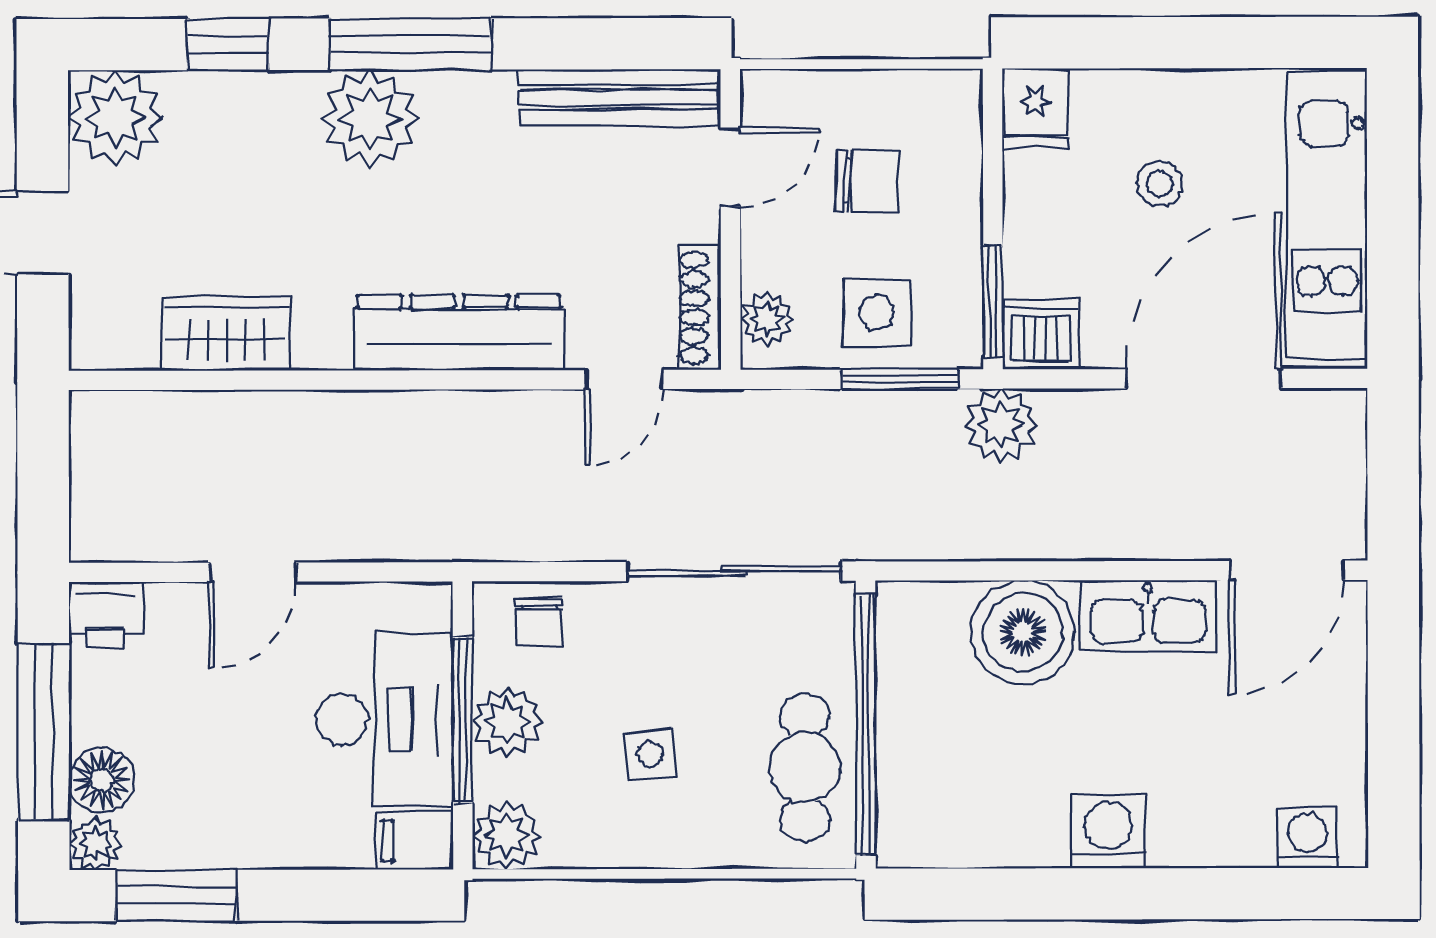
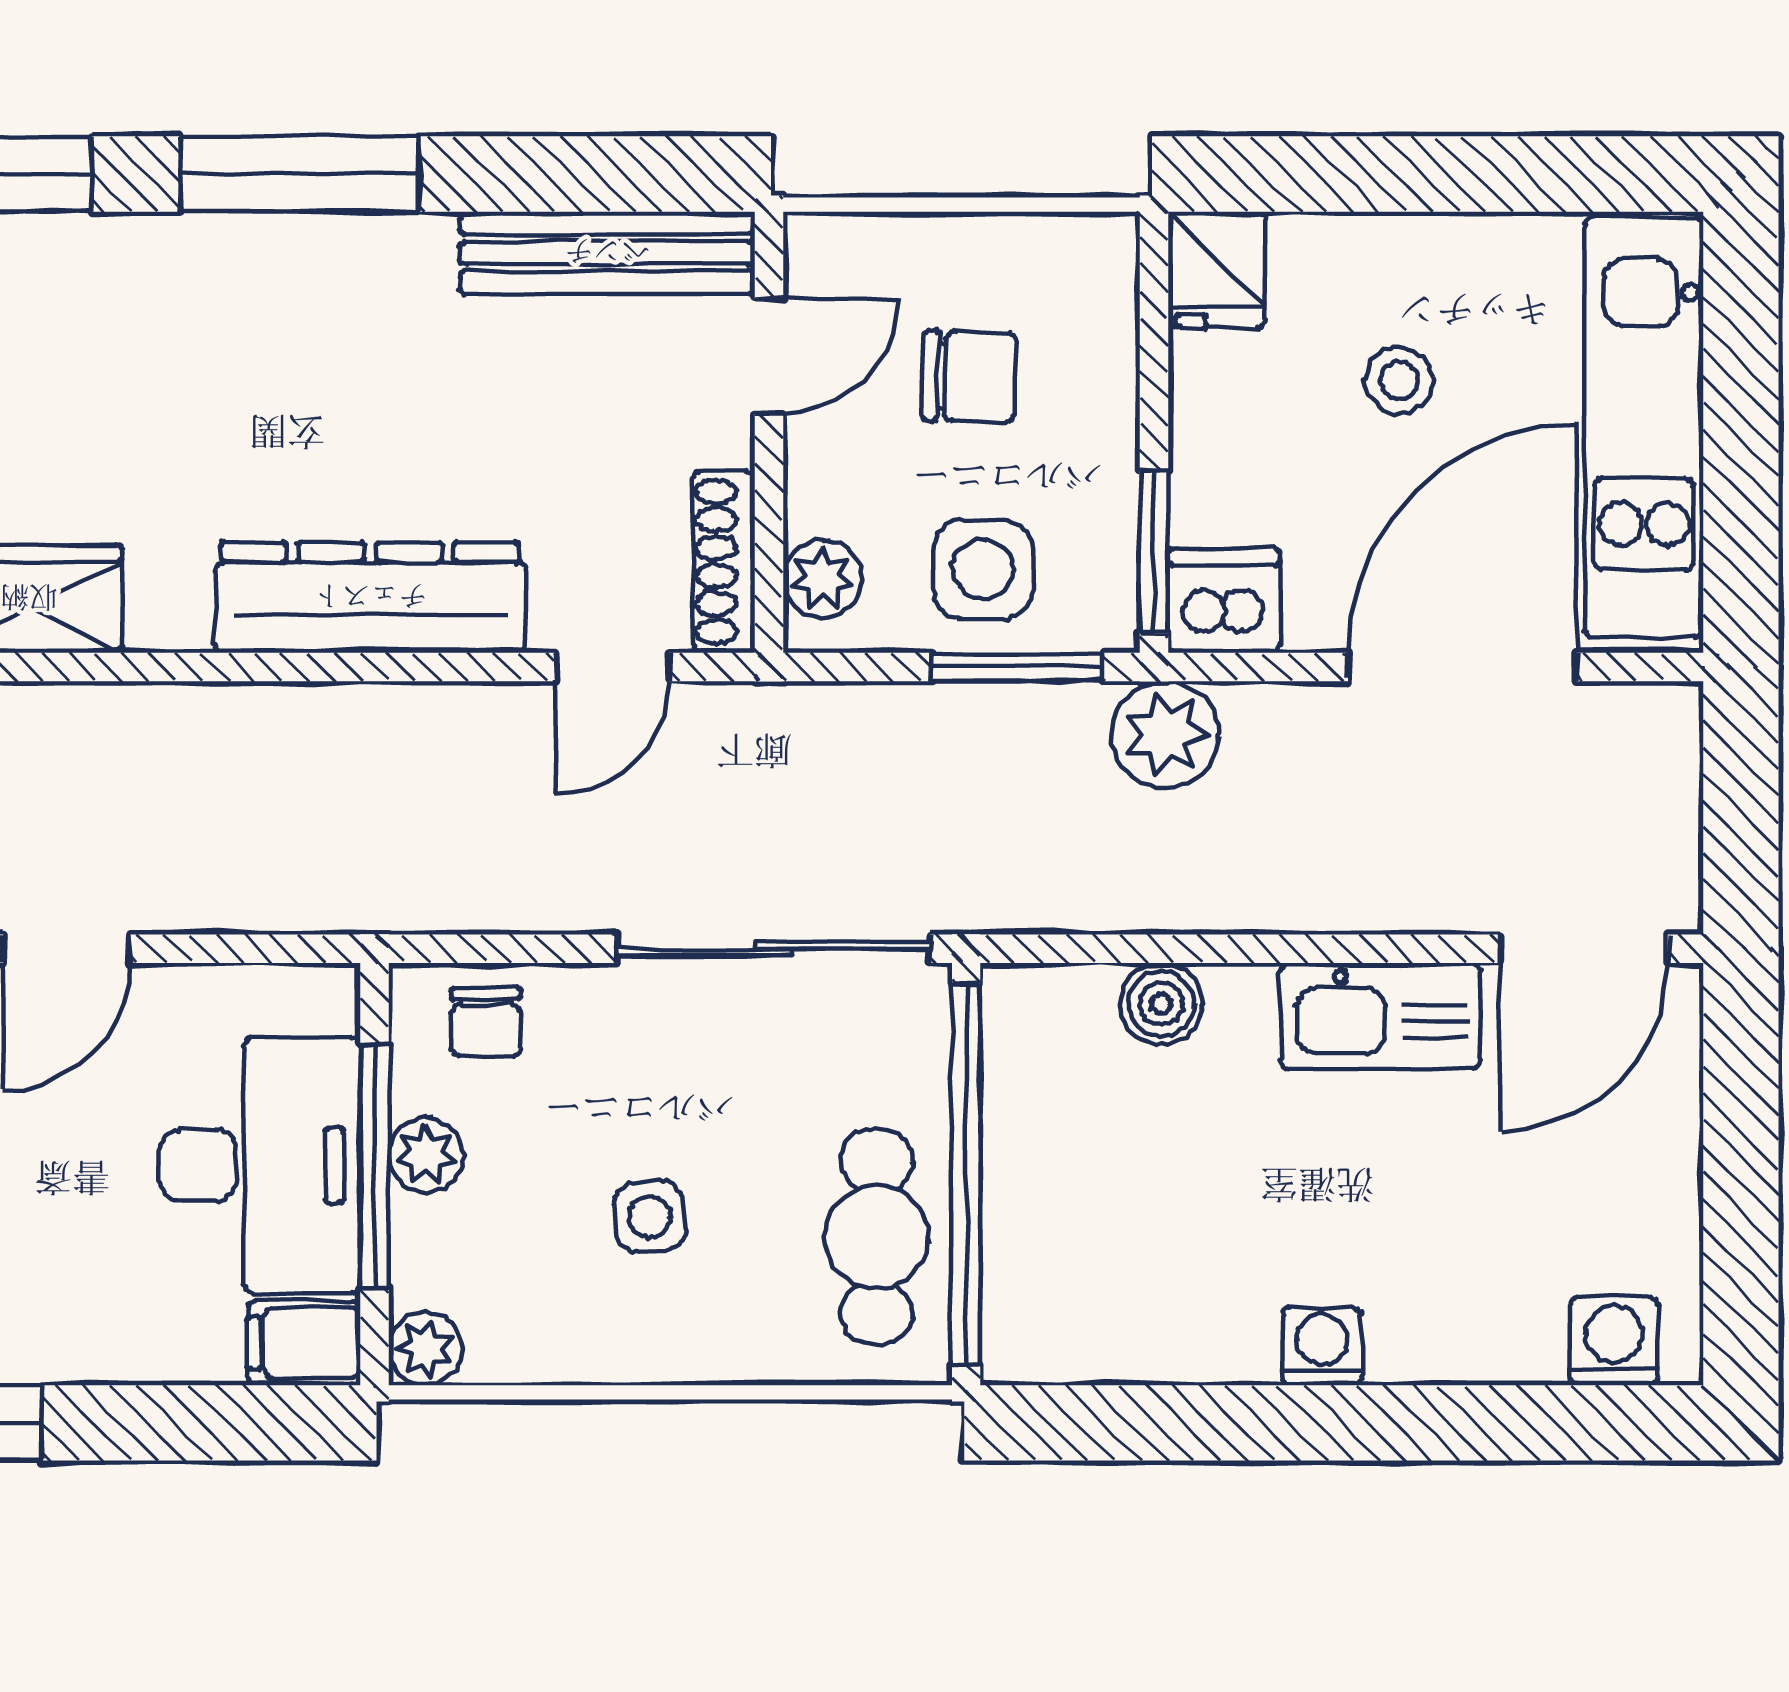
plant: (370, 118) -> (240, 283), removed
boiler: (1023, 632) -> (1161, 1004), width x0.54, depth x0.54
plant: (507, 722) -> (426, 1155), width x0.73, depth x0.73
washing machine: (1108, 831) -> (1322, 1346), width x0.73, depth x0.73
plant: (507, 835) -> (425, 1349), width x0.73, depth x0.73

